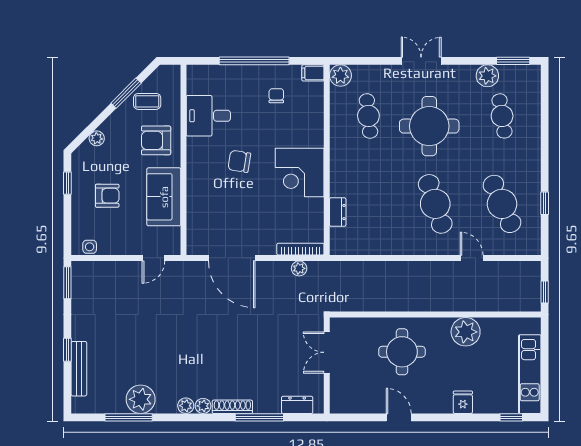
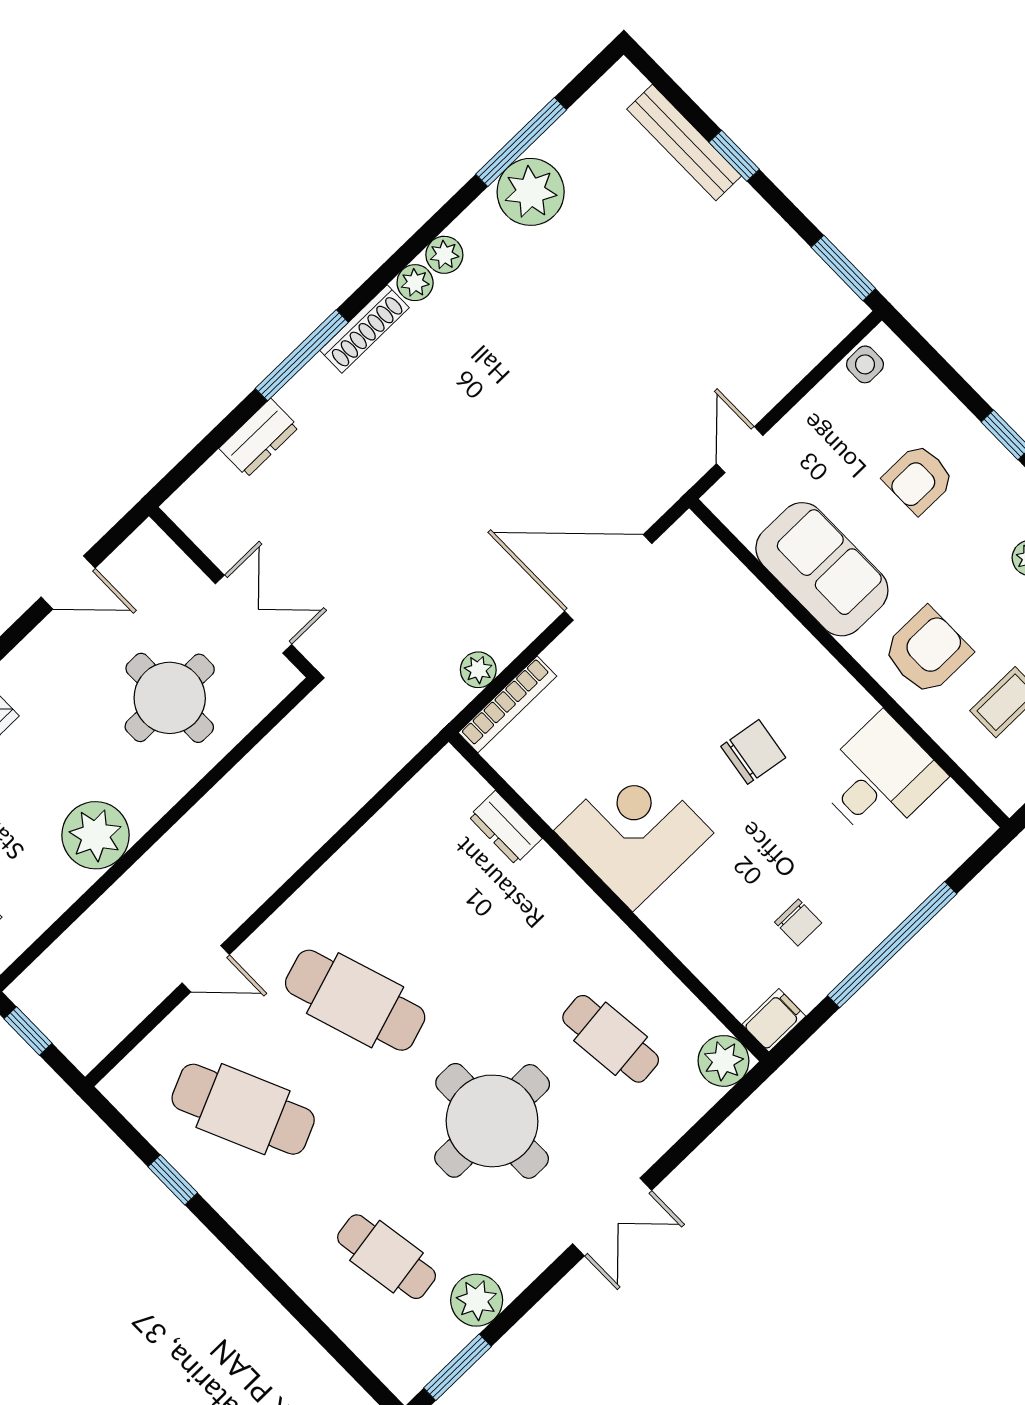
double door: (327, 352) -> (254, 614), moved
wall: (327, 365) -> (232, 592), moved

